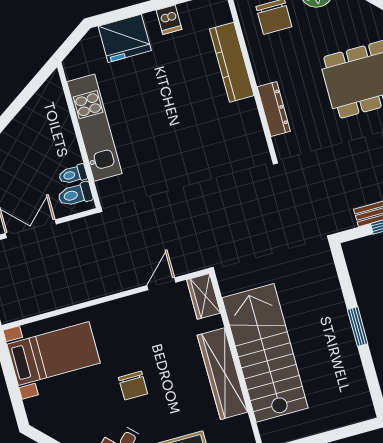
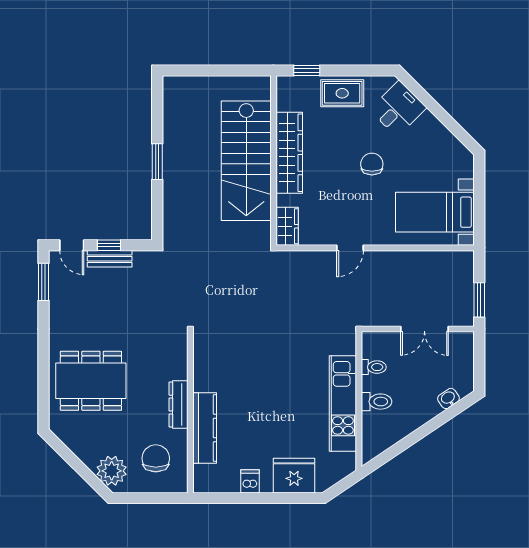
dresser: (274, 109) -> (179, 405), moved
toilet: (75, 194) -> (377, 402), moved
door: (161, 284) -> (350, 248), moved

